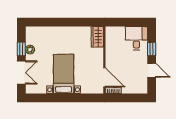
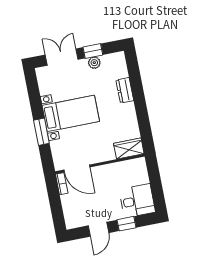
dresser: (54, 31) -> (125, 90), added
double door: (21, 73) -> (62, 57), swing flipped
door: (104, 77) -> (77, 168), hinge flipped
window: (73, 98) -> (41, 132), added

